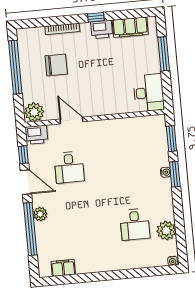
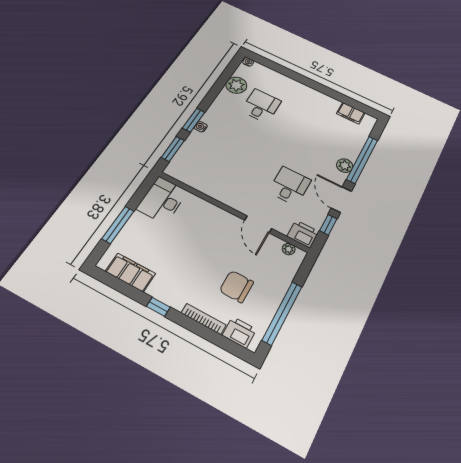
printer: (102, 29) -> (239, 332), moved
plant: (34, 112) -> (289, 249), width x0.53, depth x0.53

